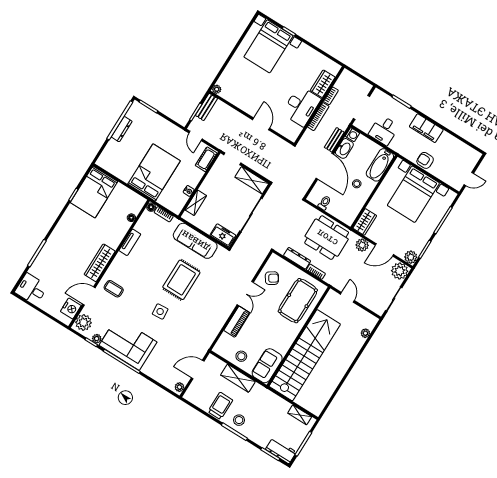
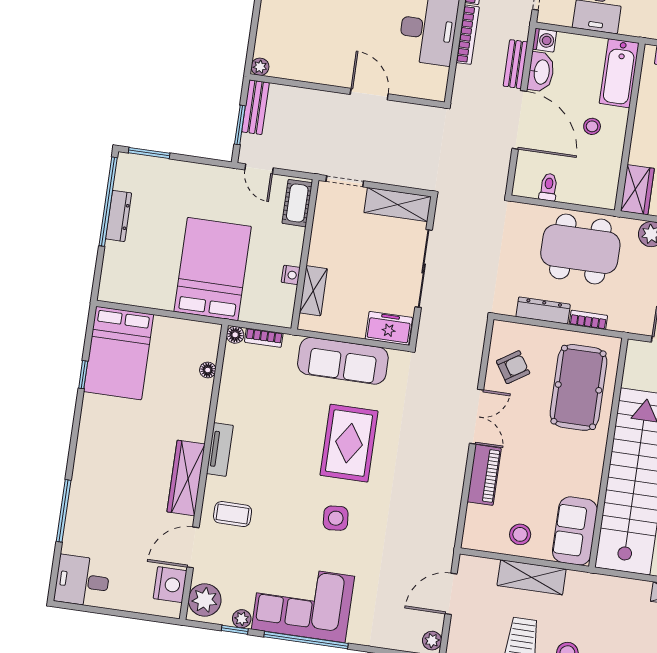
tv unit: (130, 242) -> (220, 450), moved

